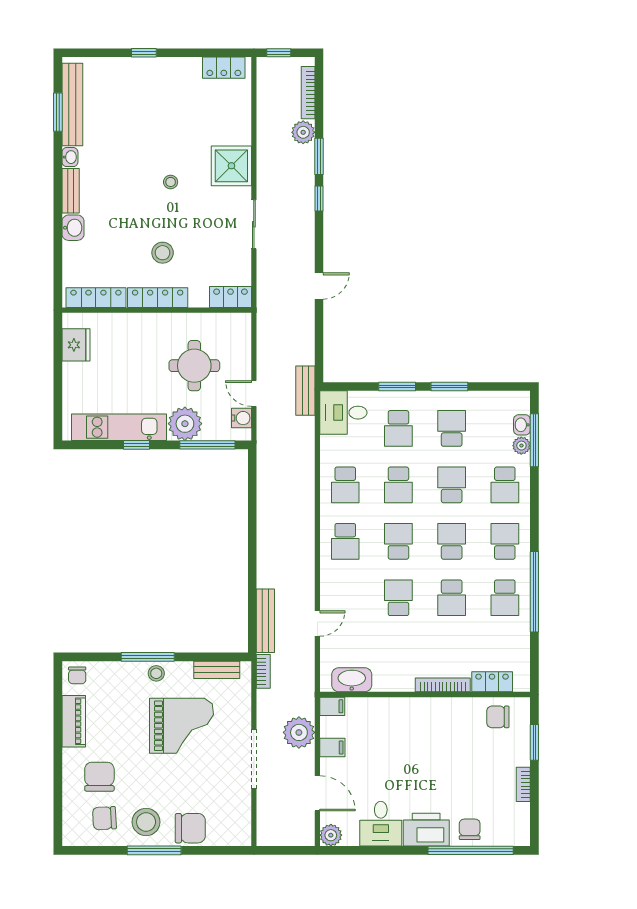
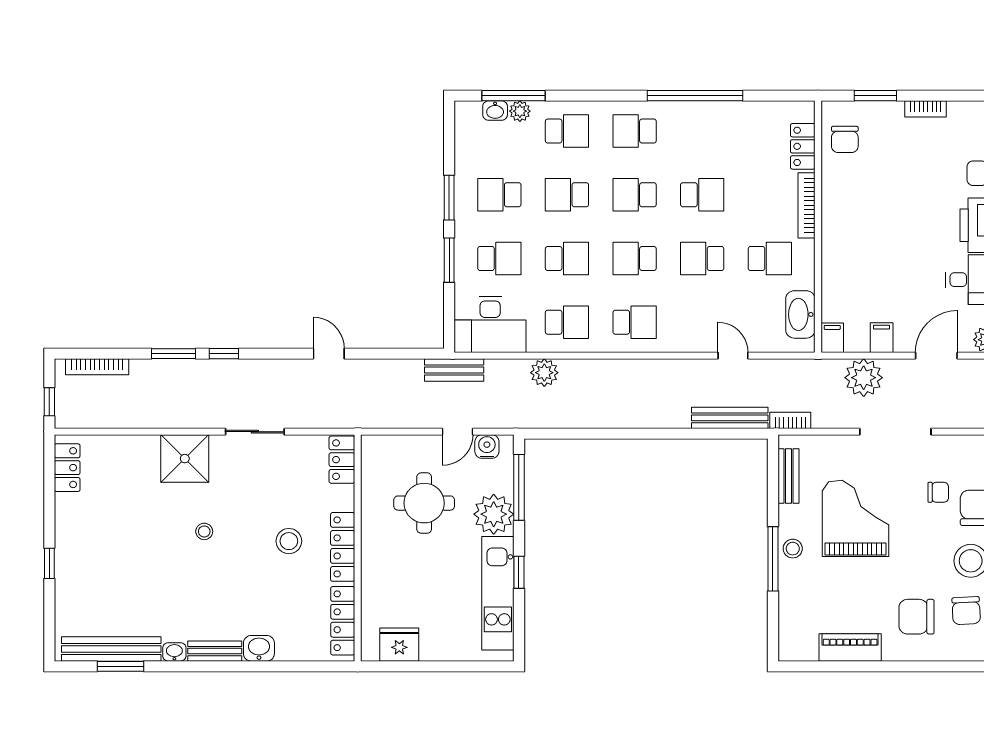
plant: (303, 132) -> (544, 373), moved
desk: (343, 413) -> (490, 324), width x1.37
school desk: (505, 598) -> (770, 258), moved
chair: (77, 675) -> (938, 492), moved

